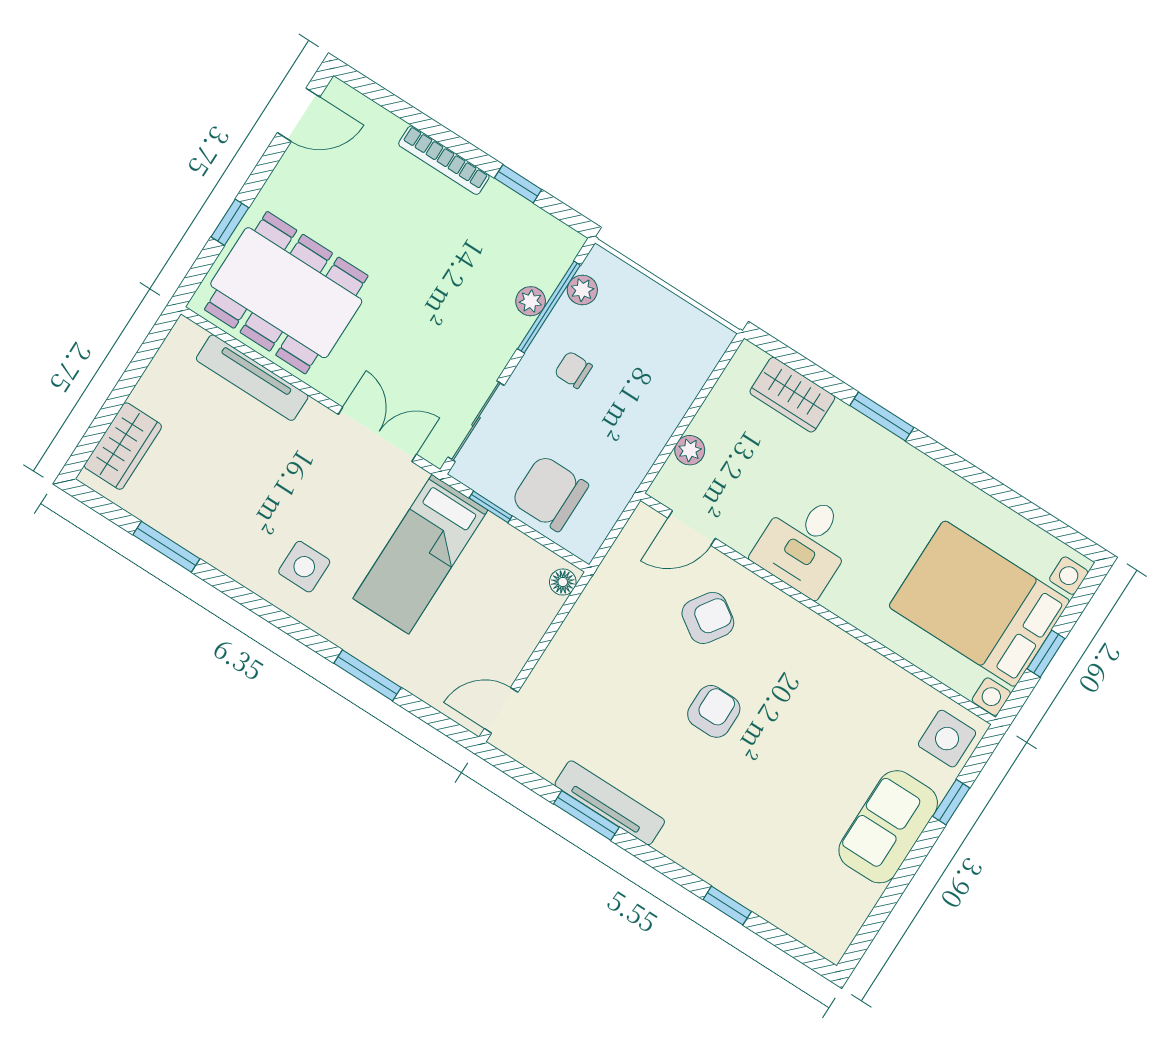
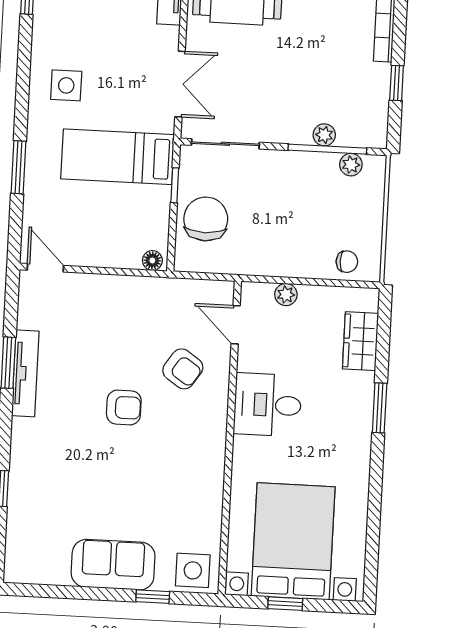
chair: (573, 370) -> (347, 262), moved, turned 90

